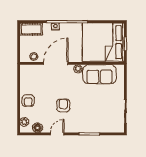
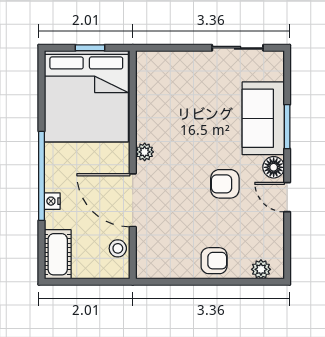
sofa: (99, 74) -> (263, 118), moved, turned 180
floor lamp: (37, 128) -> (274, 167), moved

